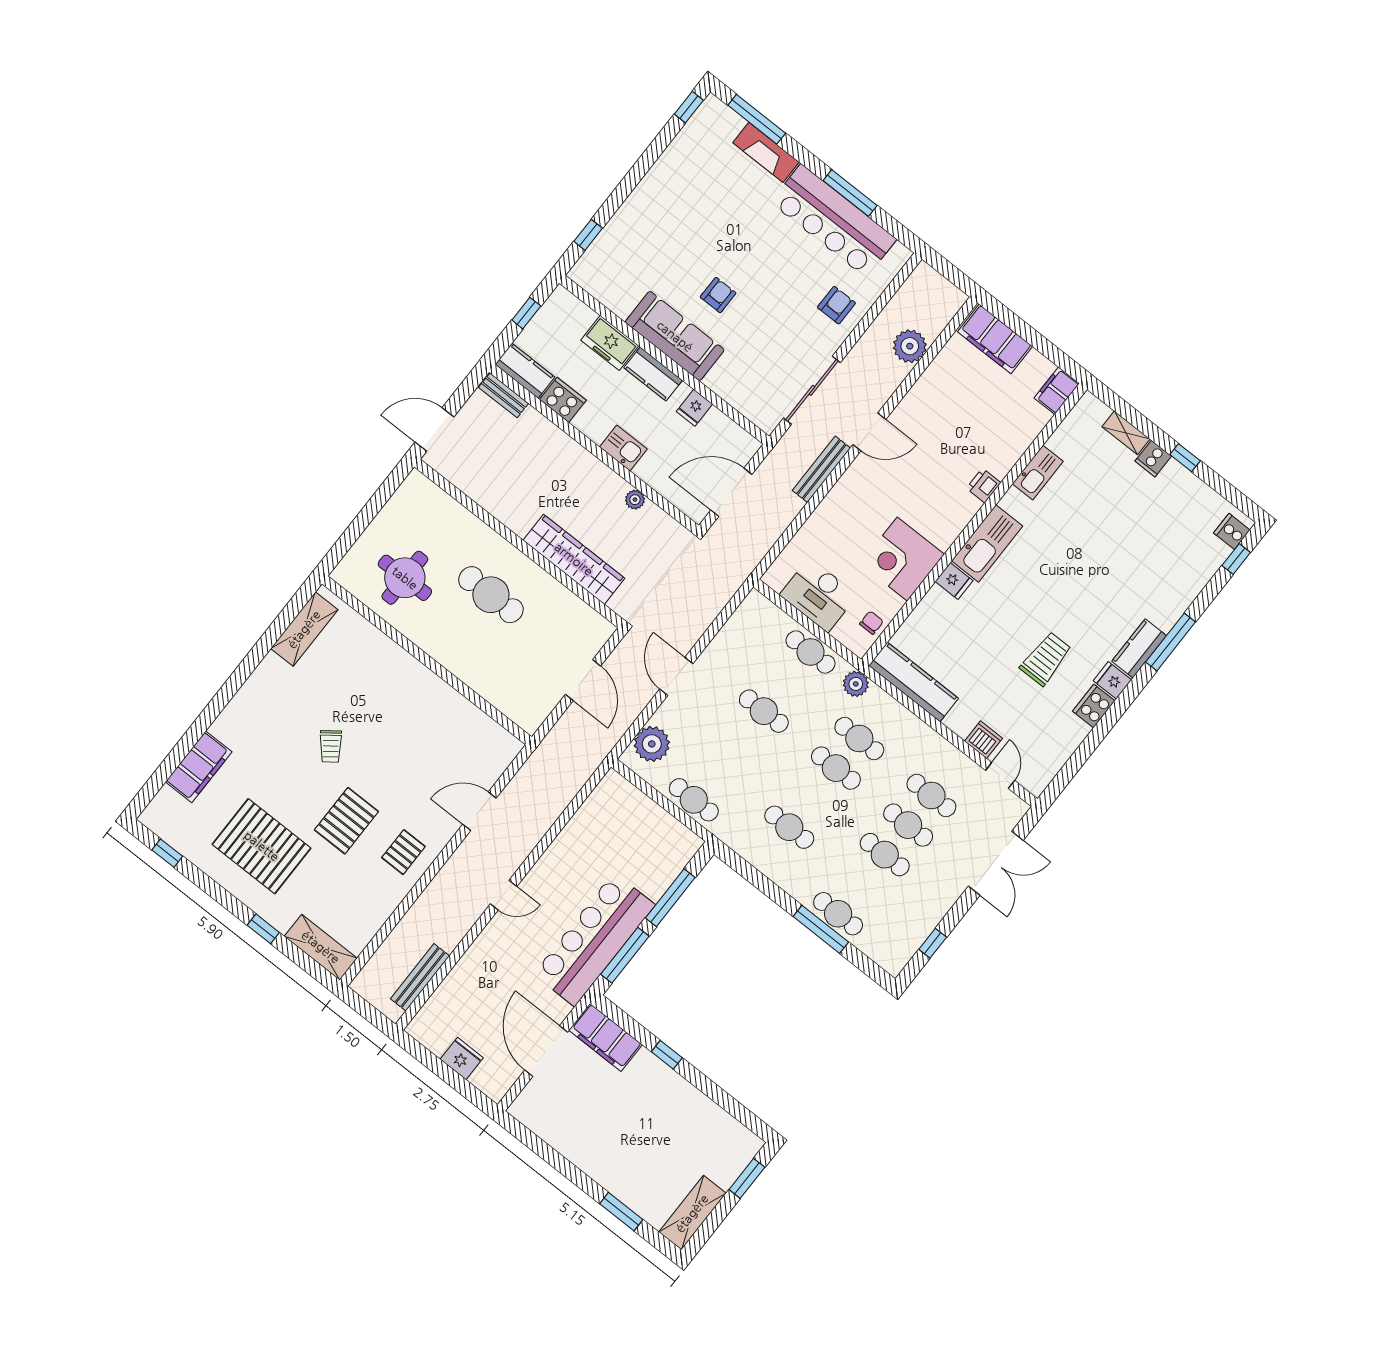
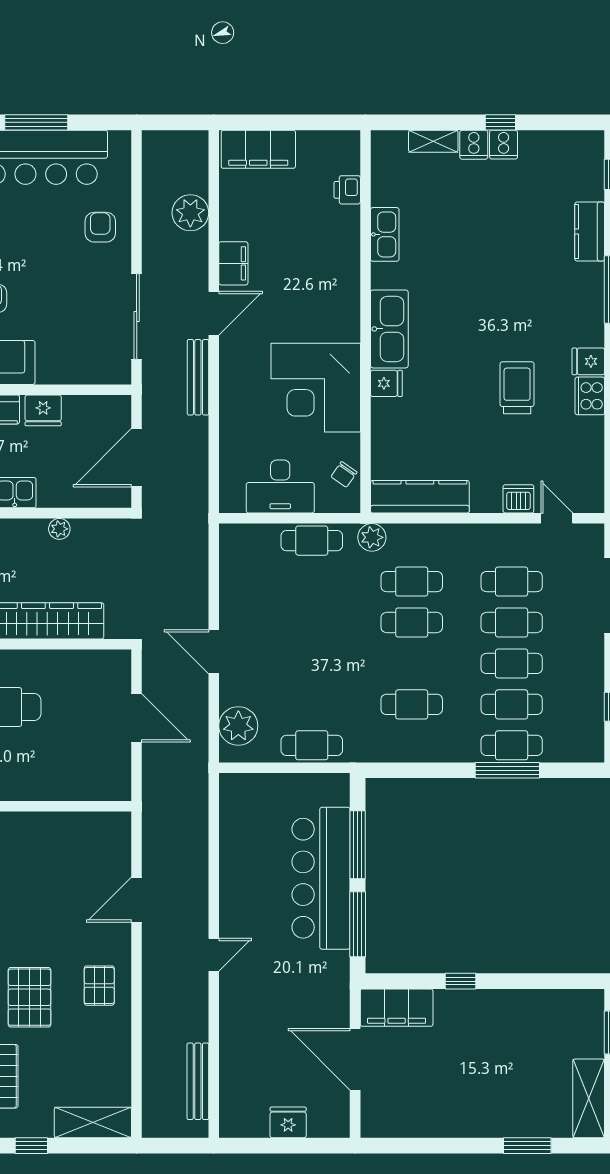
filing cabinet: (1057, 391) -> (233, 263), moved, turned 180
fridge: (694, 408) -> (43, 410), width x1.38
printer: (984, 485) -> (347, 190), moved
cooker: (1232, 531) -> (504, 145), moved, turned -90
corner desk: (902, 559) -> (316, 388), width x1.36, depth x1.36
chair: (871, 623) -> (344, 474), turned -145
kitchen counter: (1139, 648) -> (590, 232), moved
cafe table: (764, 711) -> (512, 704), moved
bar counter: (594, 939) -> (321, 878), moved

